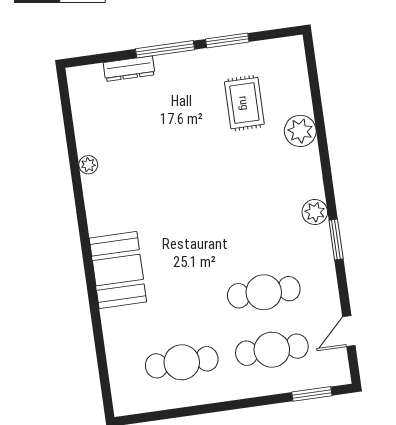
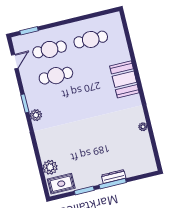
dresser: (129, 69) -> (114, 177), moved
rug: (244, 103) -> (61, 184), moved, turned 90
plant: (300, 131) -> (50, 167), moved

